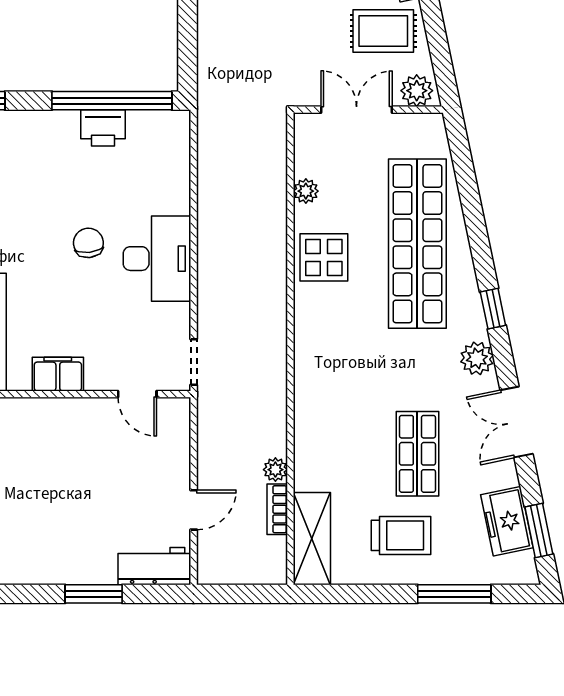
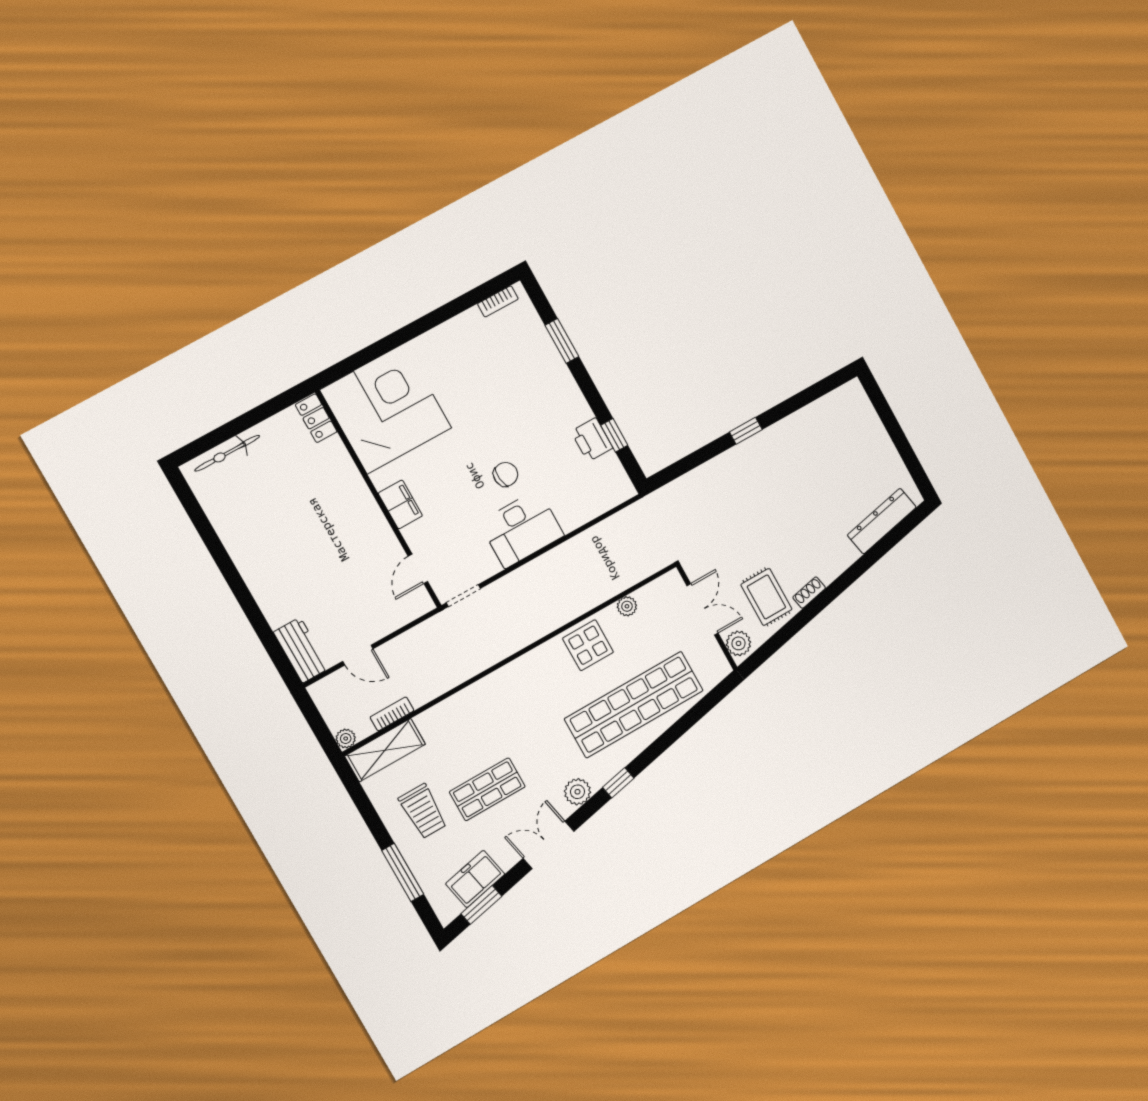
window: (112, 101) -> (614, 435), width x0.32
plant: (275, 470) -> (346, 739), moved
window: (94, 594) -> (256, 618), removed

